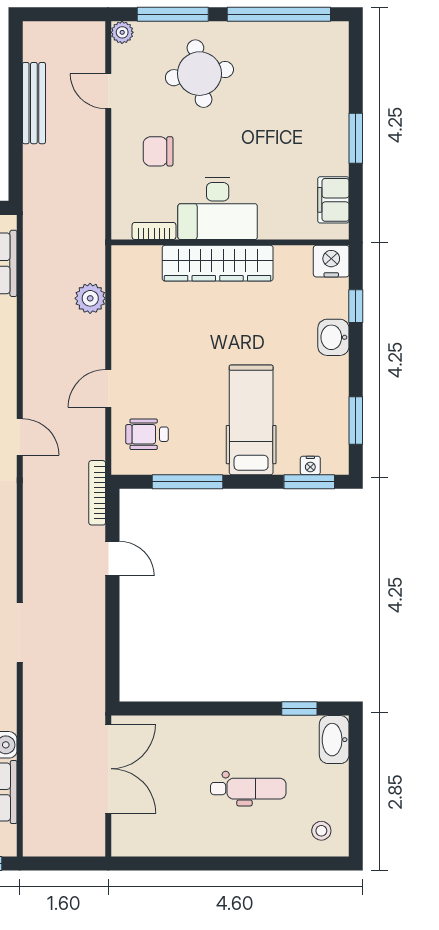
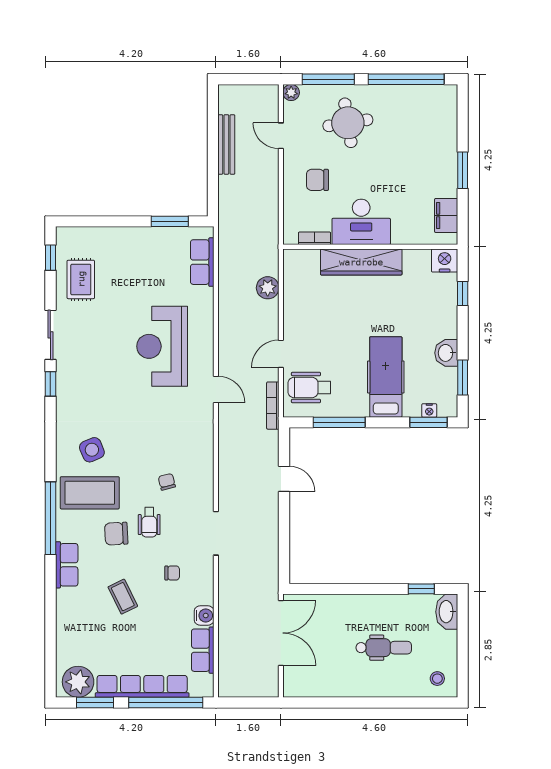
washbasin: (333, 337) -> (446, 353), moved
wheelchair: (147, 434) -> (309, 388), width x1.36, depth x1.37
bookcase: (97, 493) -> (273, 406), moved

